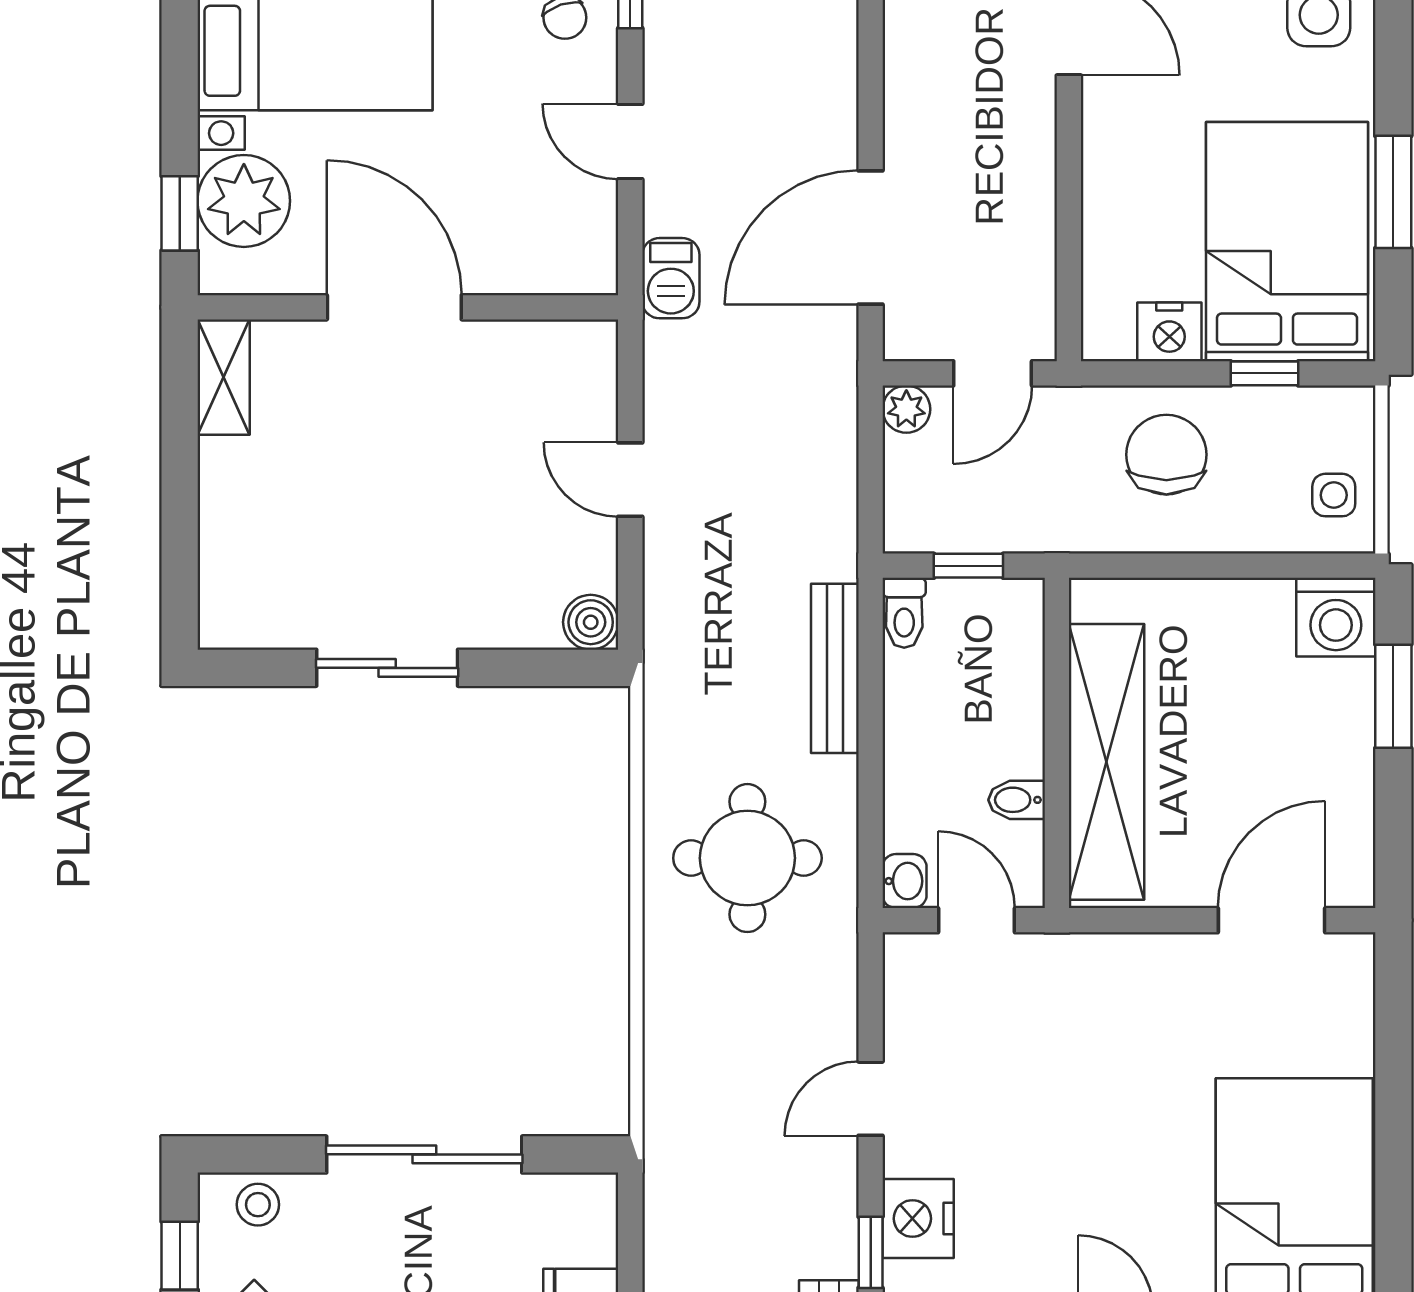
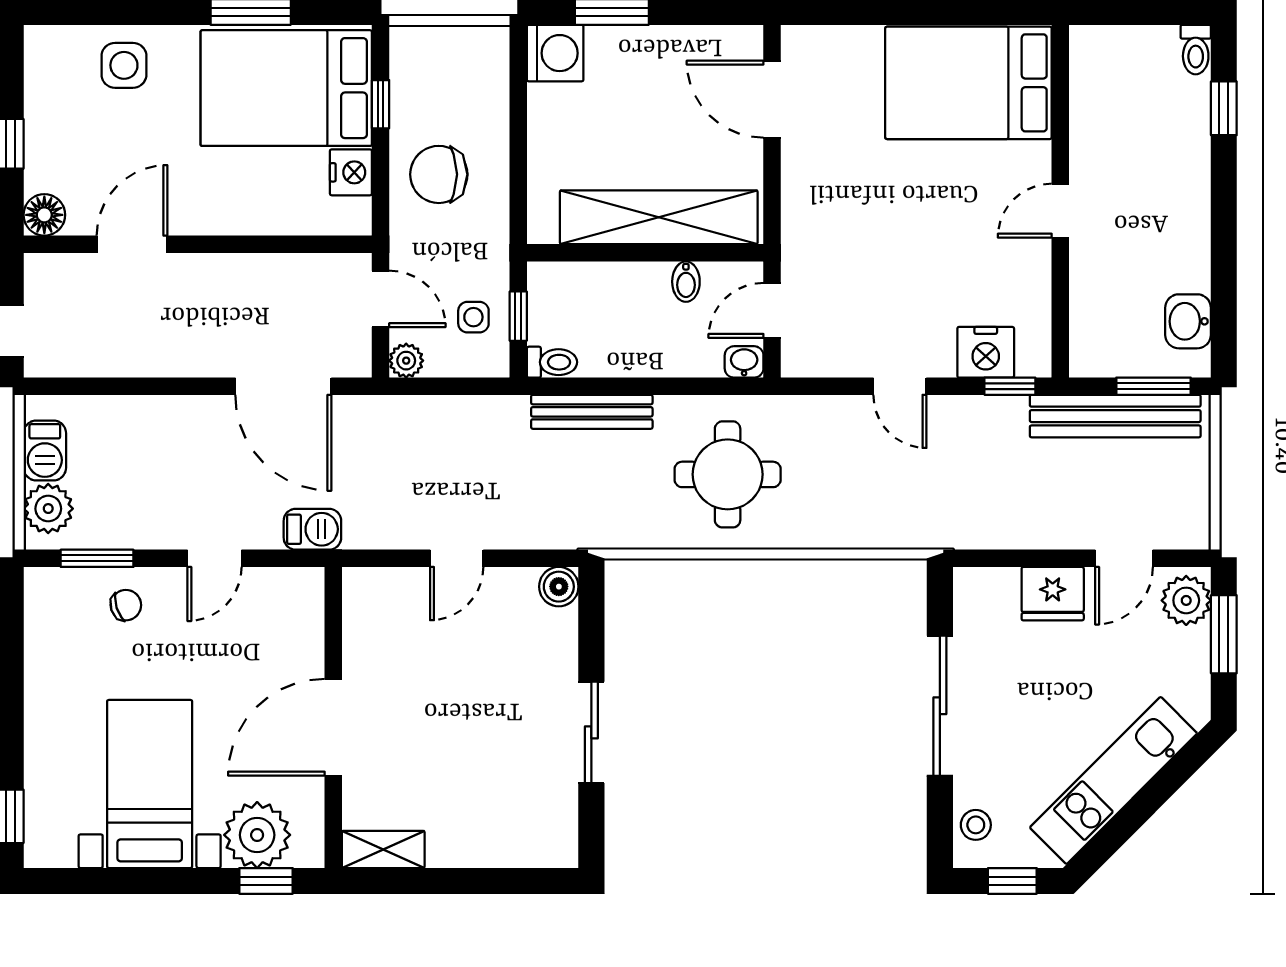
side table: (1334, 495) -> (473, 317), moved

